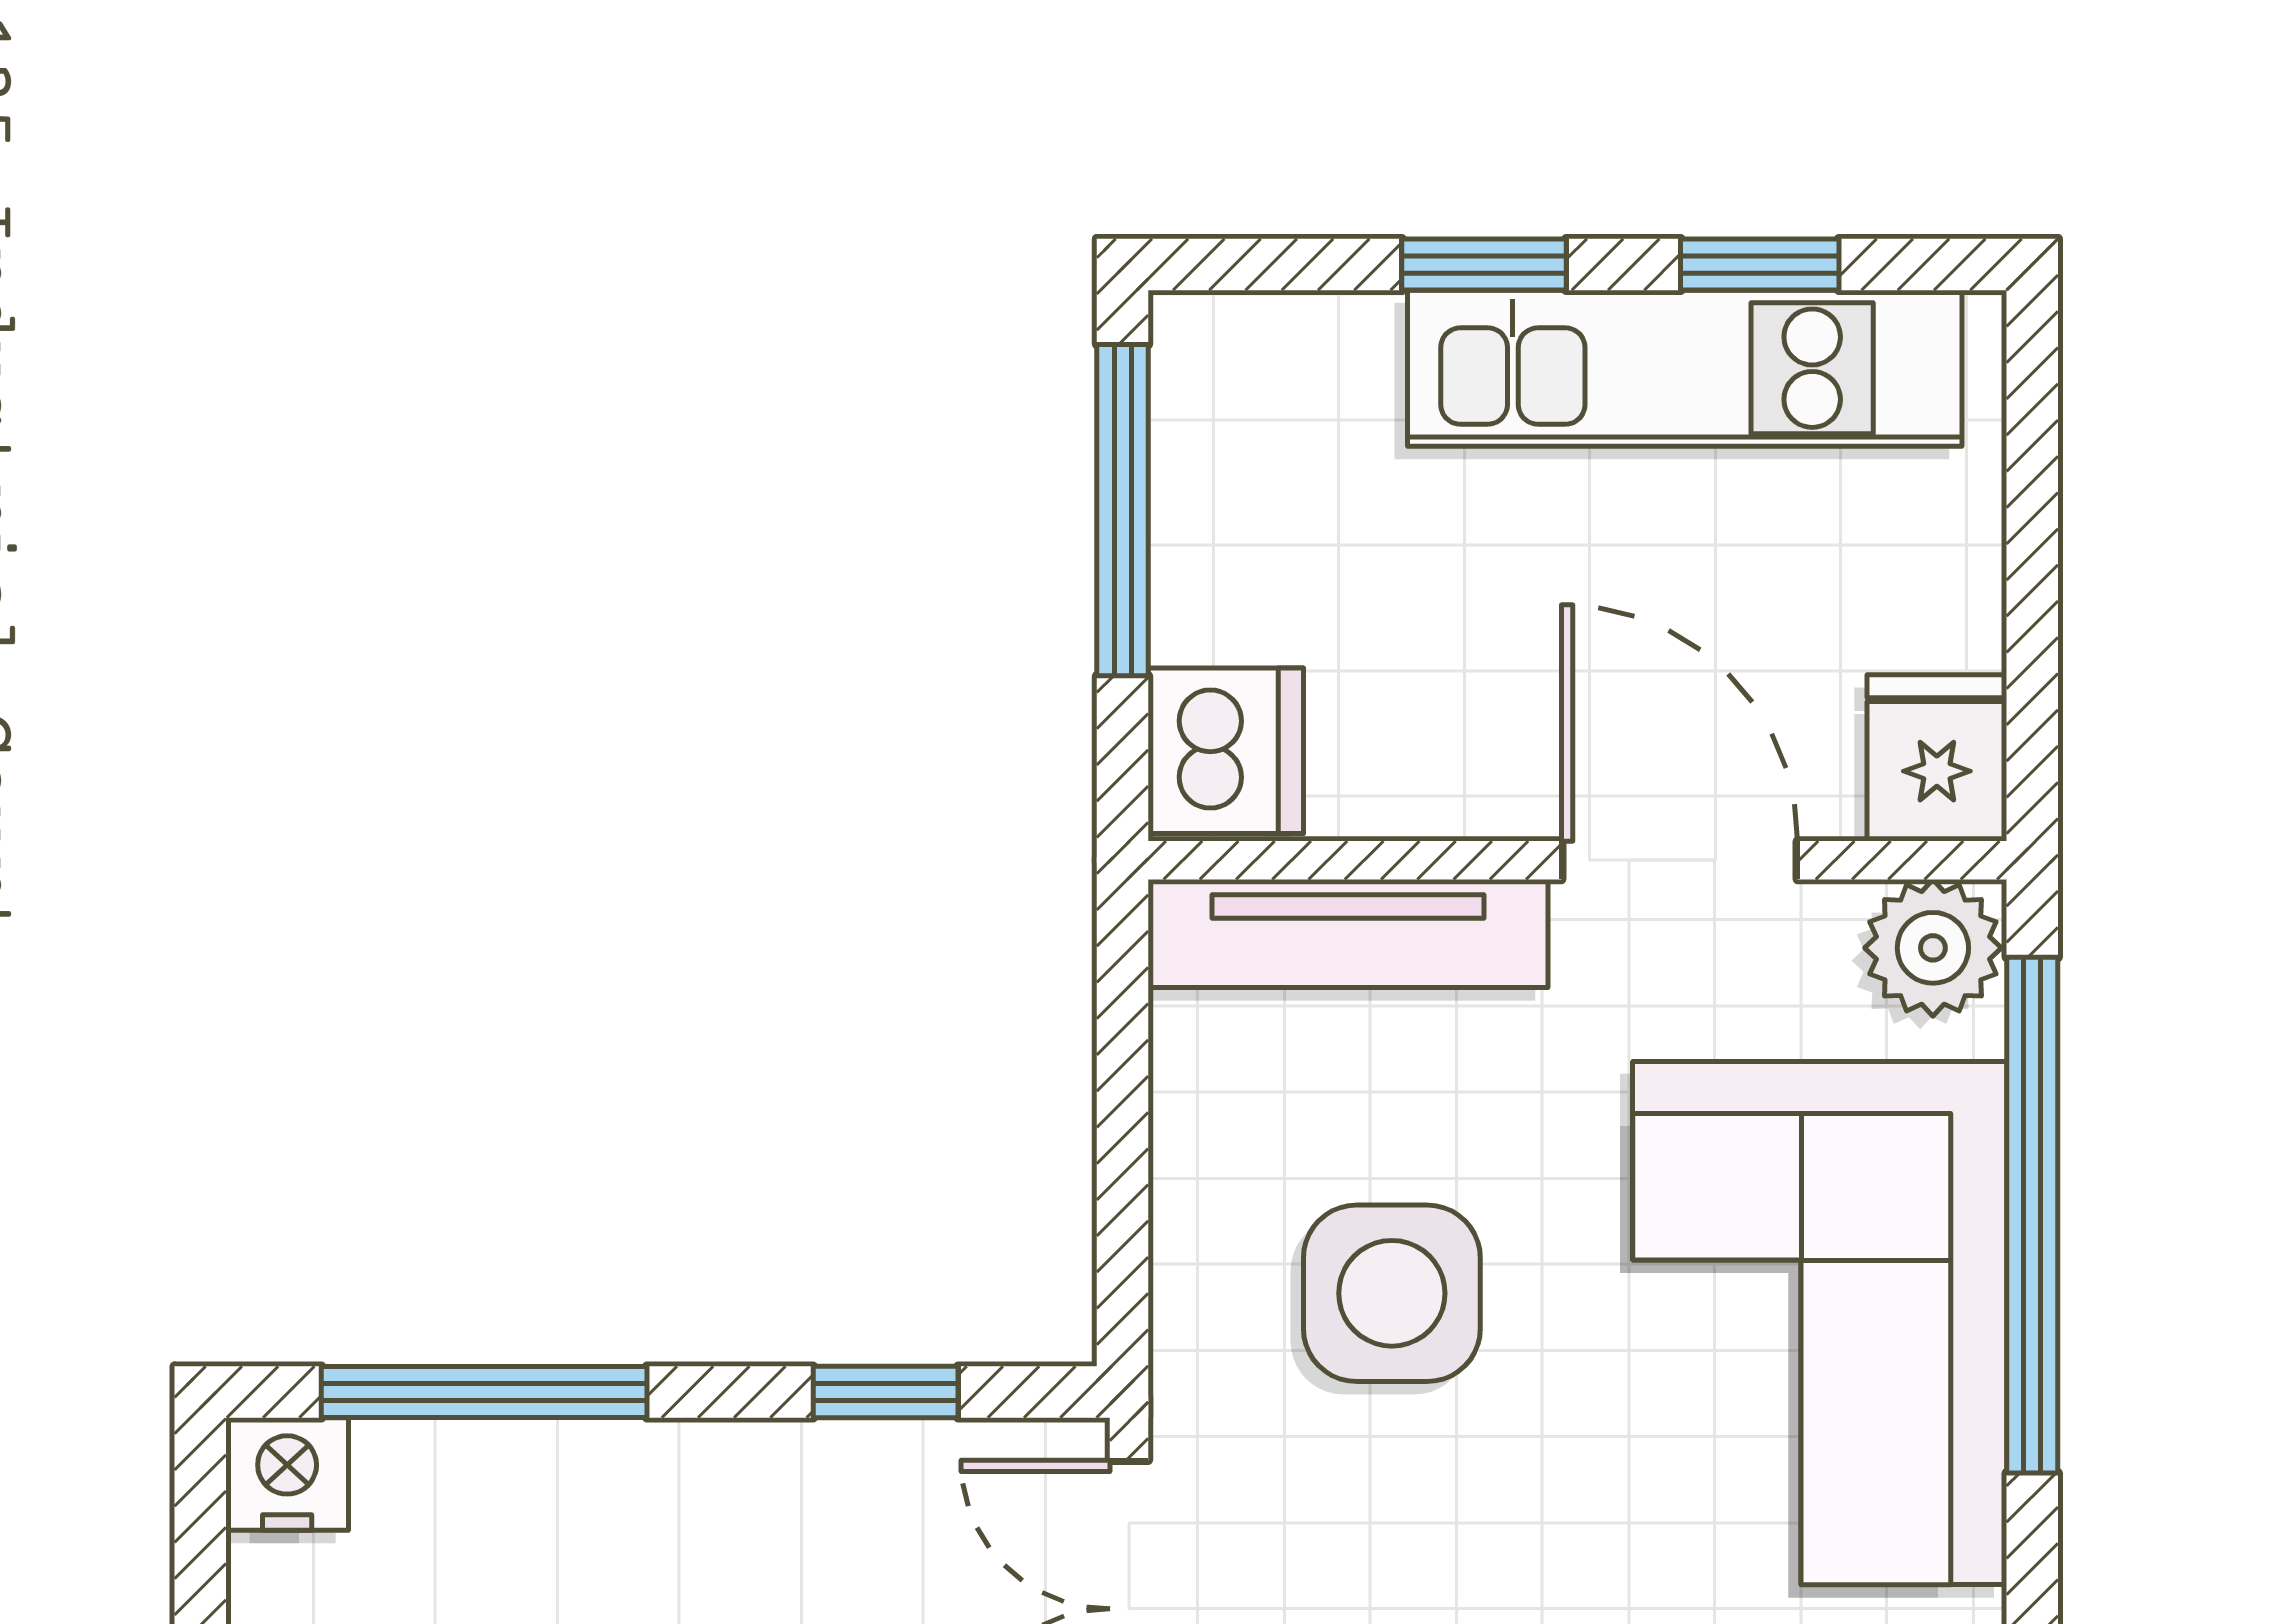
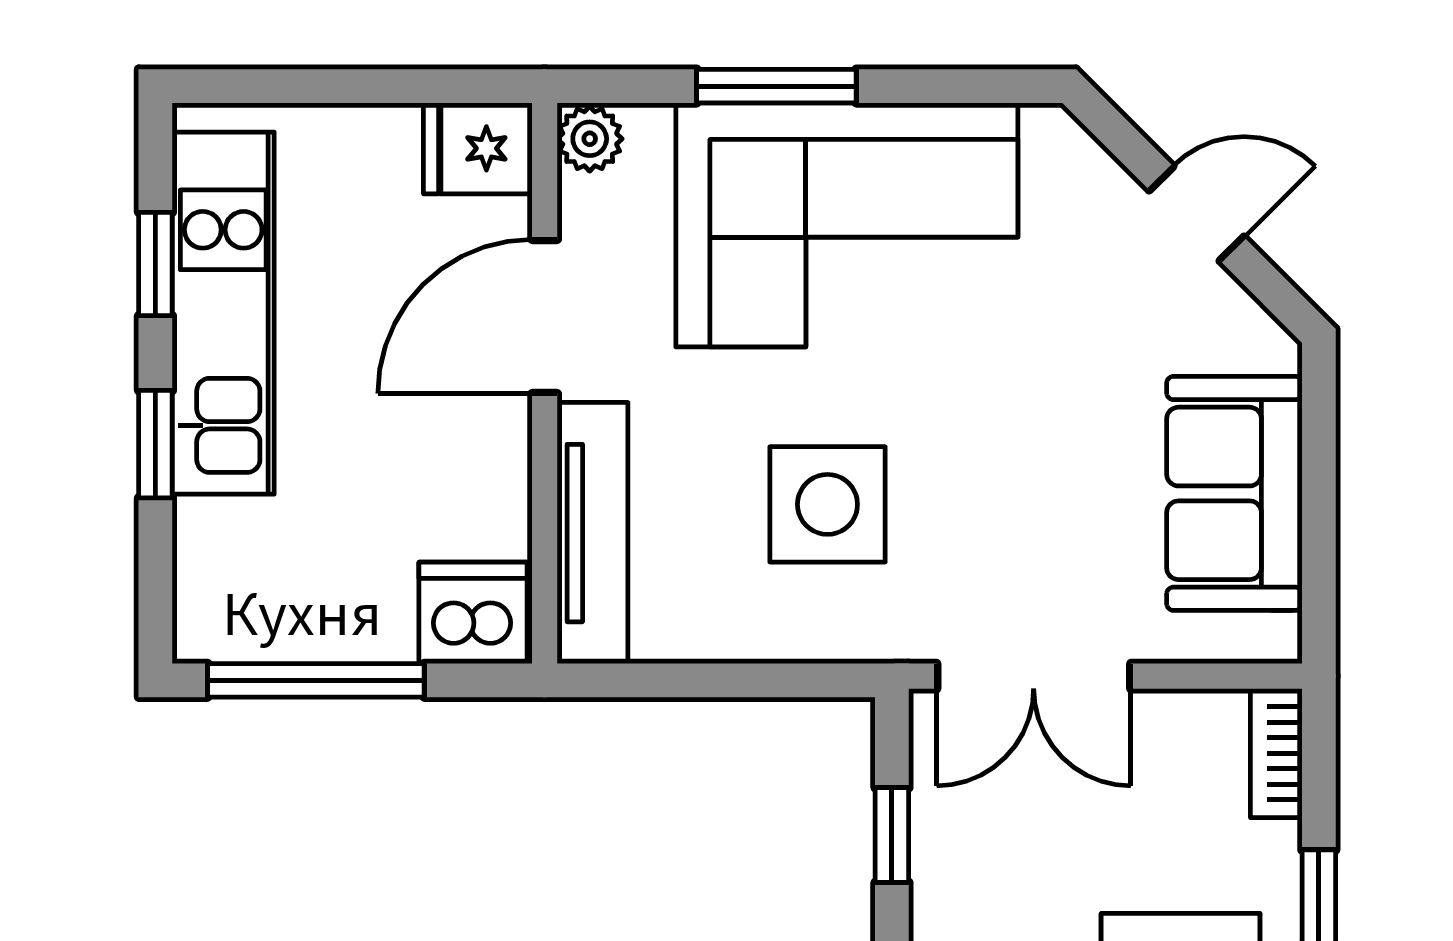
plant: (1933, 948) -> (590, 139), width x0.73, depth x0.73
window: (2032, 1215) -> (776, 86), width x0.47

